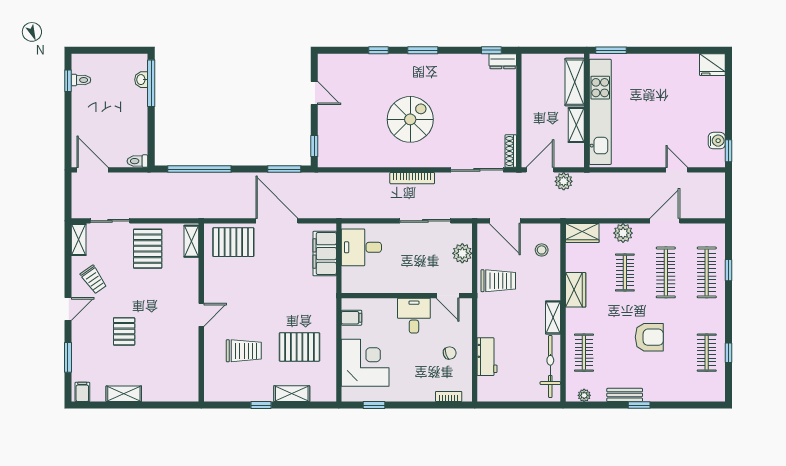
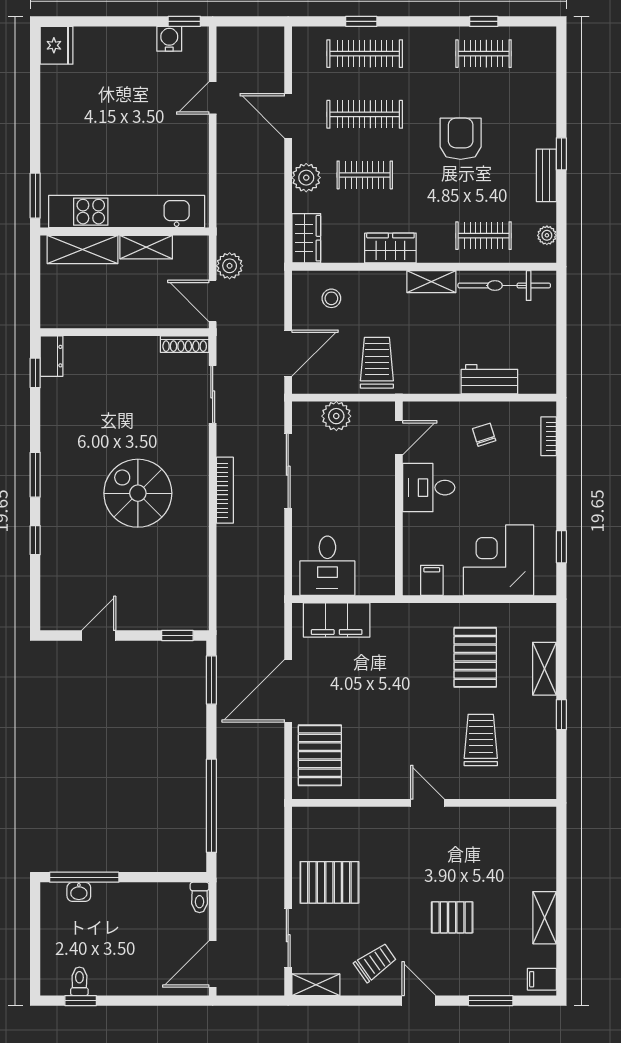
sliding door: (477, 170) -> (213, 394), width x0.73
shelving: (191, 241) -> (319, 818), removed

